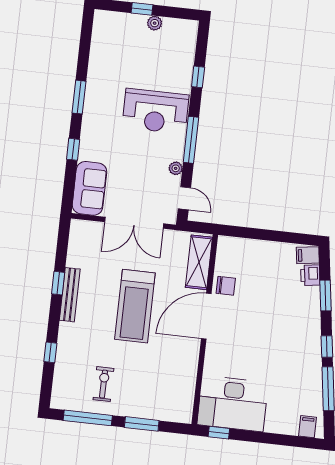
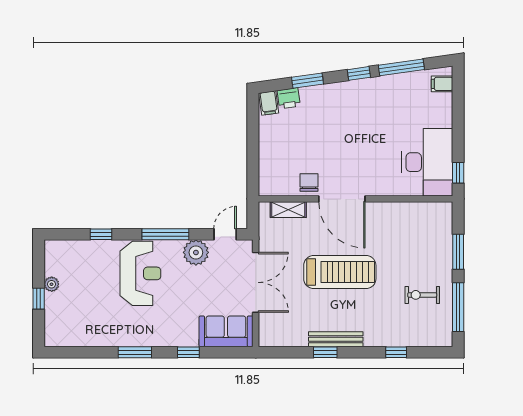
plant: (176, 168) -> (196, 252), width x1.87, depth x1.87
shelving: (199, 262) -> (288, 210), width x0.67, depth x0.75

